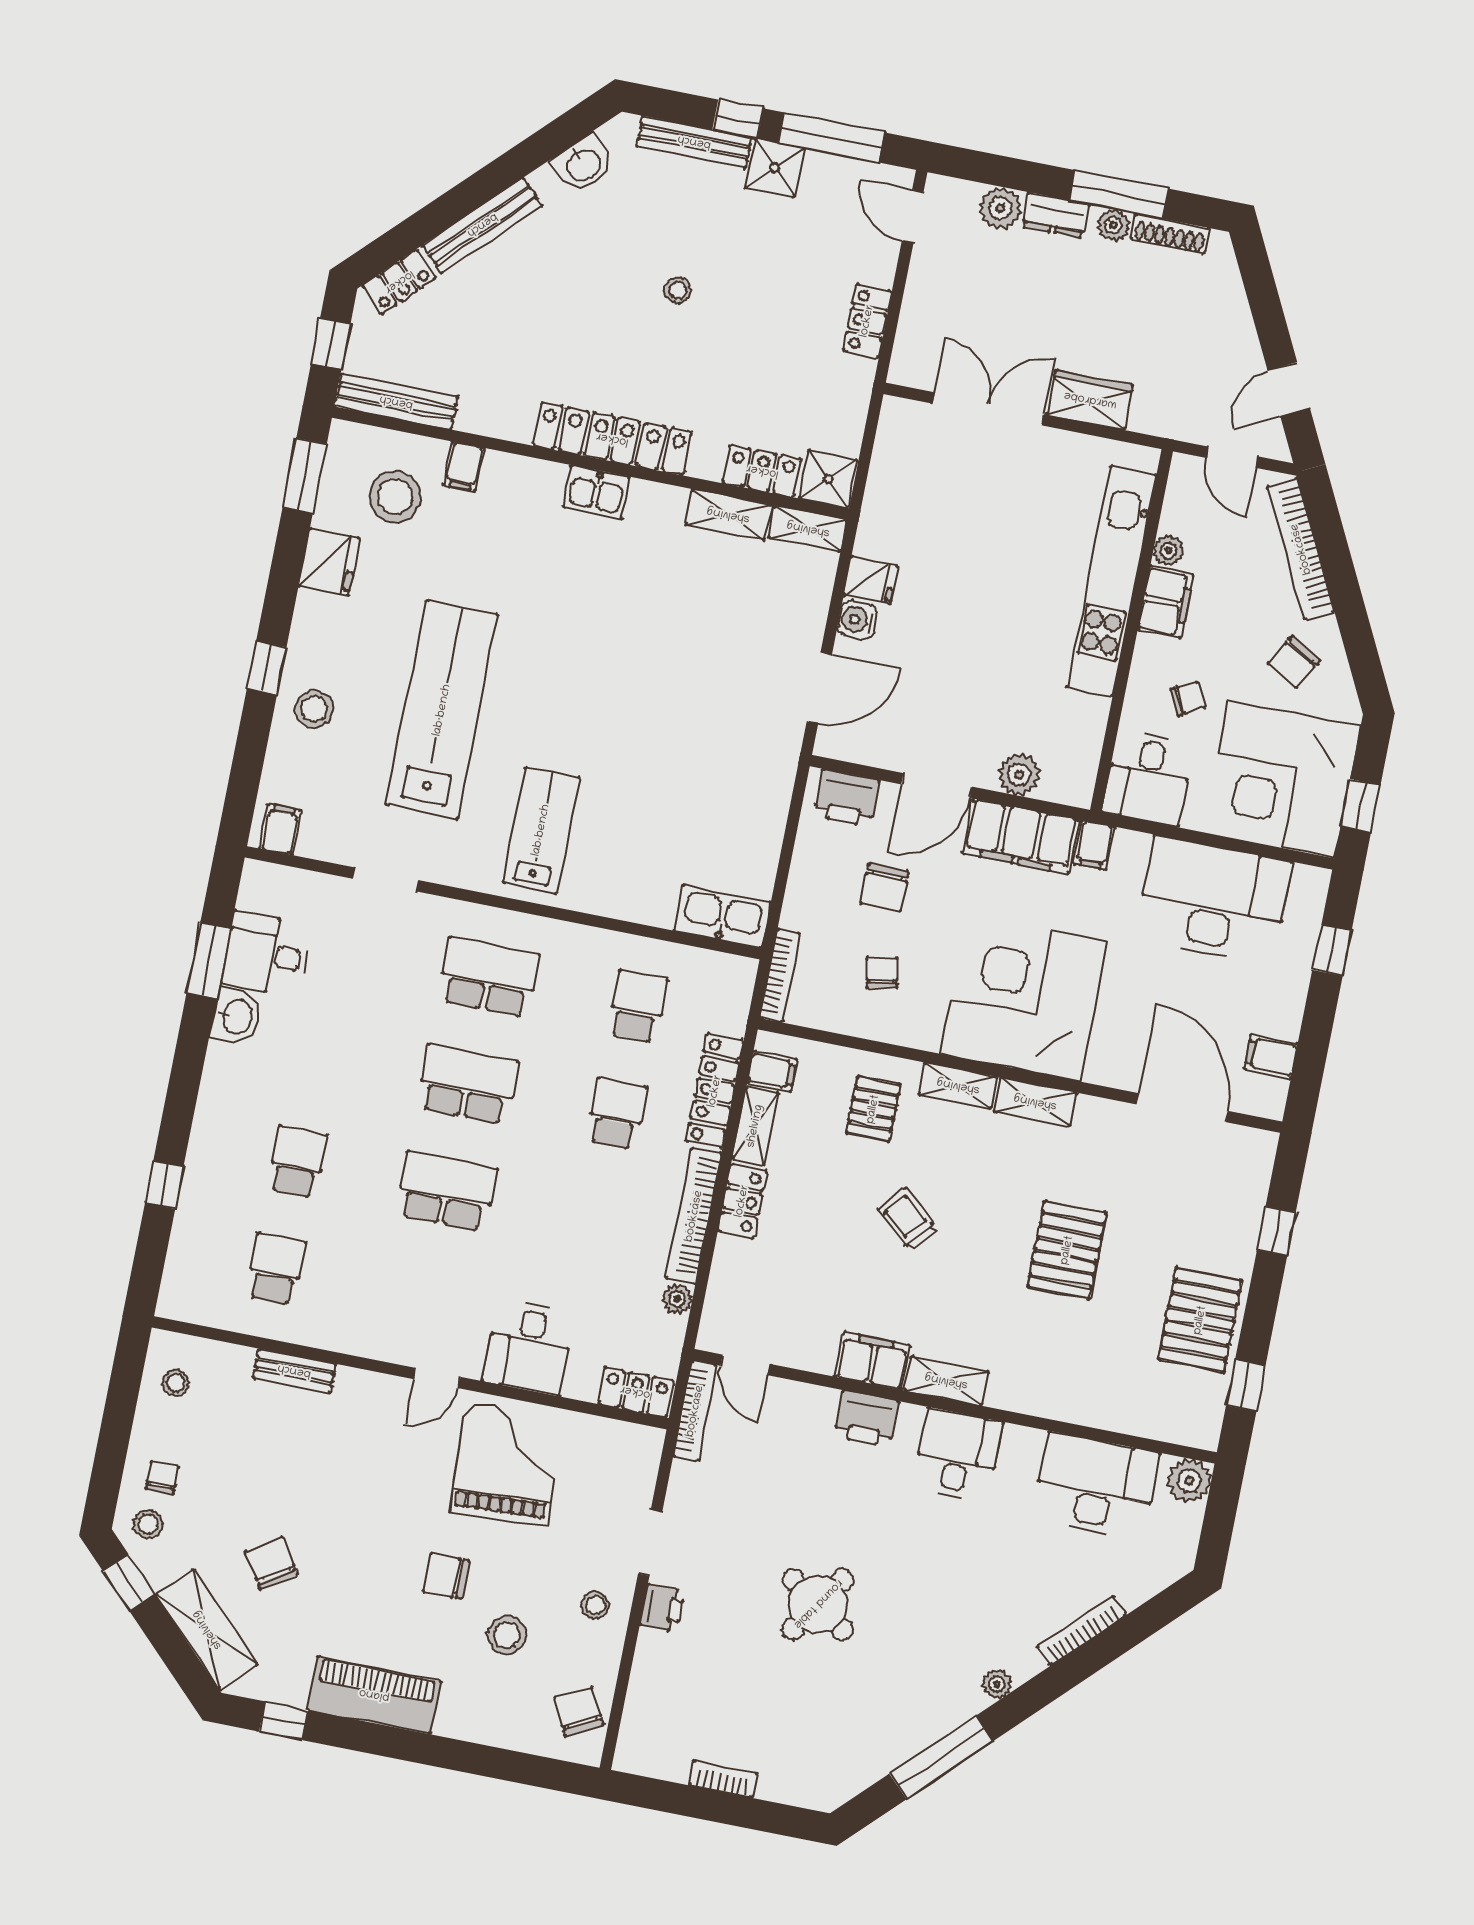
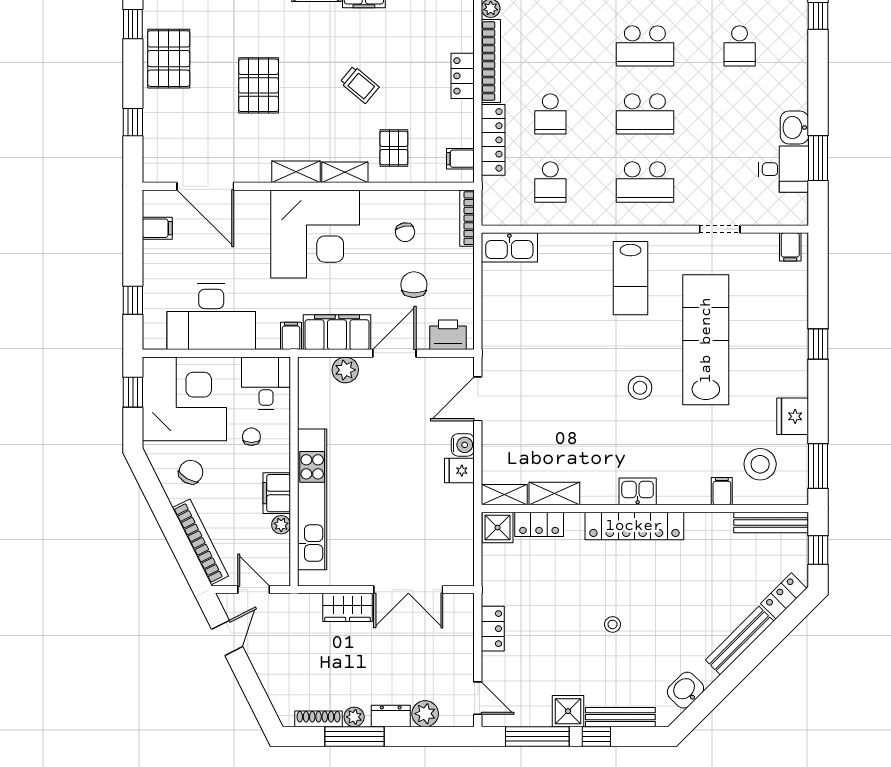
chair: (1188, 699) -> (251, 437), turned 117
stool: (314, 709) -> (640, 388), moved
lab bench: (442, 710) -> (706, 340), turned 180
shelving: (755, 1126) -> (464, 124), removed

